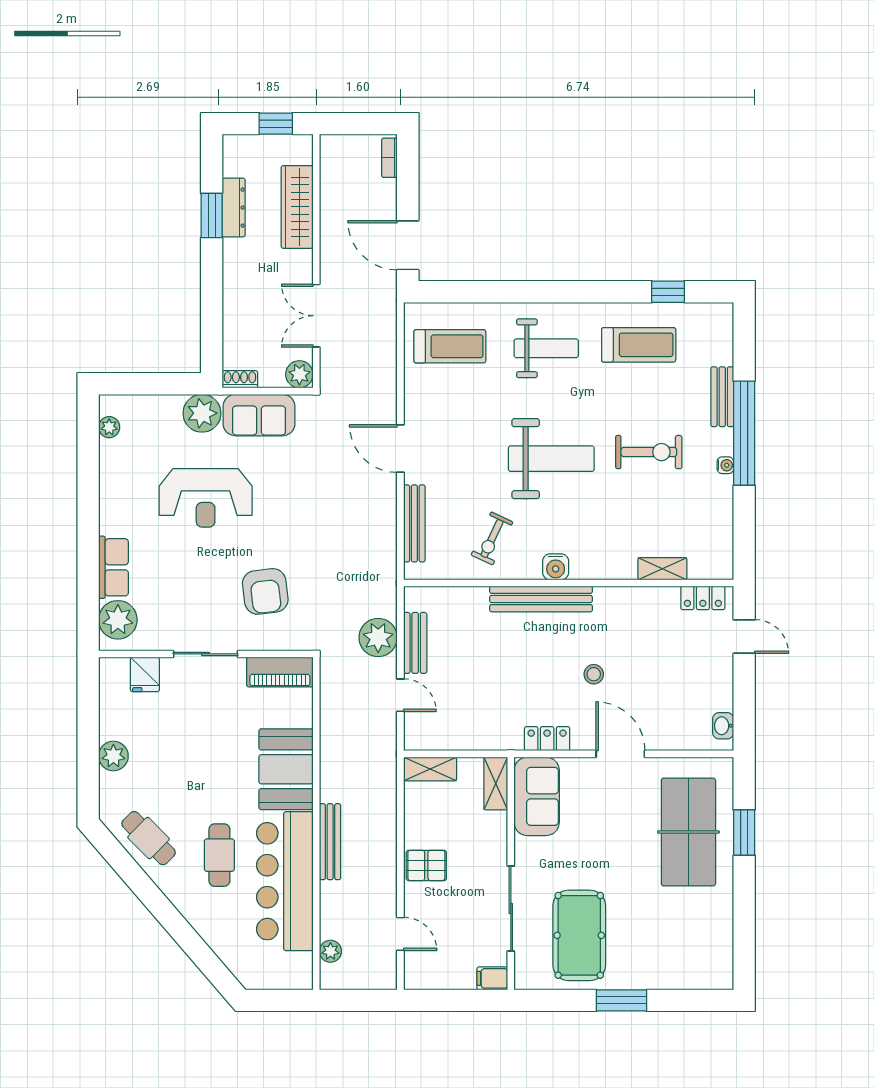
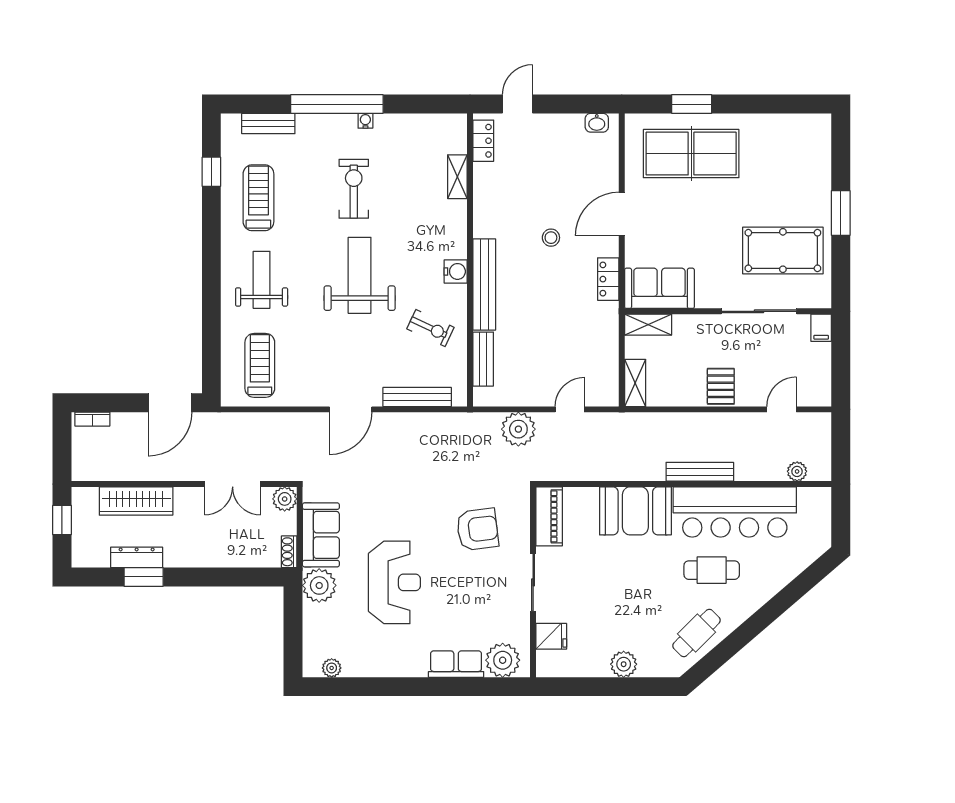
bench: (722, 397) -> (268, 124), moved
bench: (415, 643) -> (483, 359), moved, turned 90

